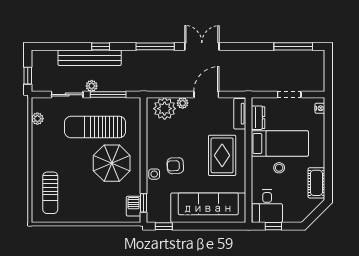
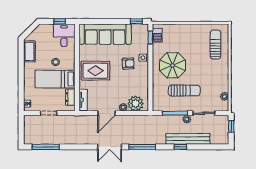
sun lounger: (95, 127) -> (184, 91), width x0.73, depth x0.75
rug: (222, 155) -> (95, 71), turned 90

